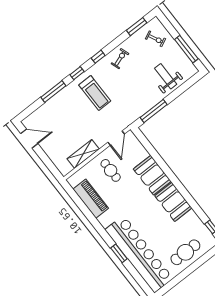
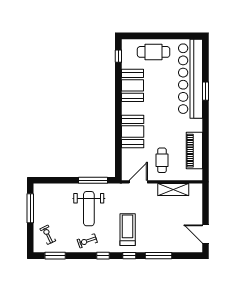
weight bench: (166, 76) -> (89, 209), moved, width x1.36, depth x1.33
booth: (173, 202) -> (132, 85), moved

